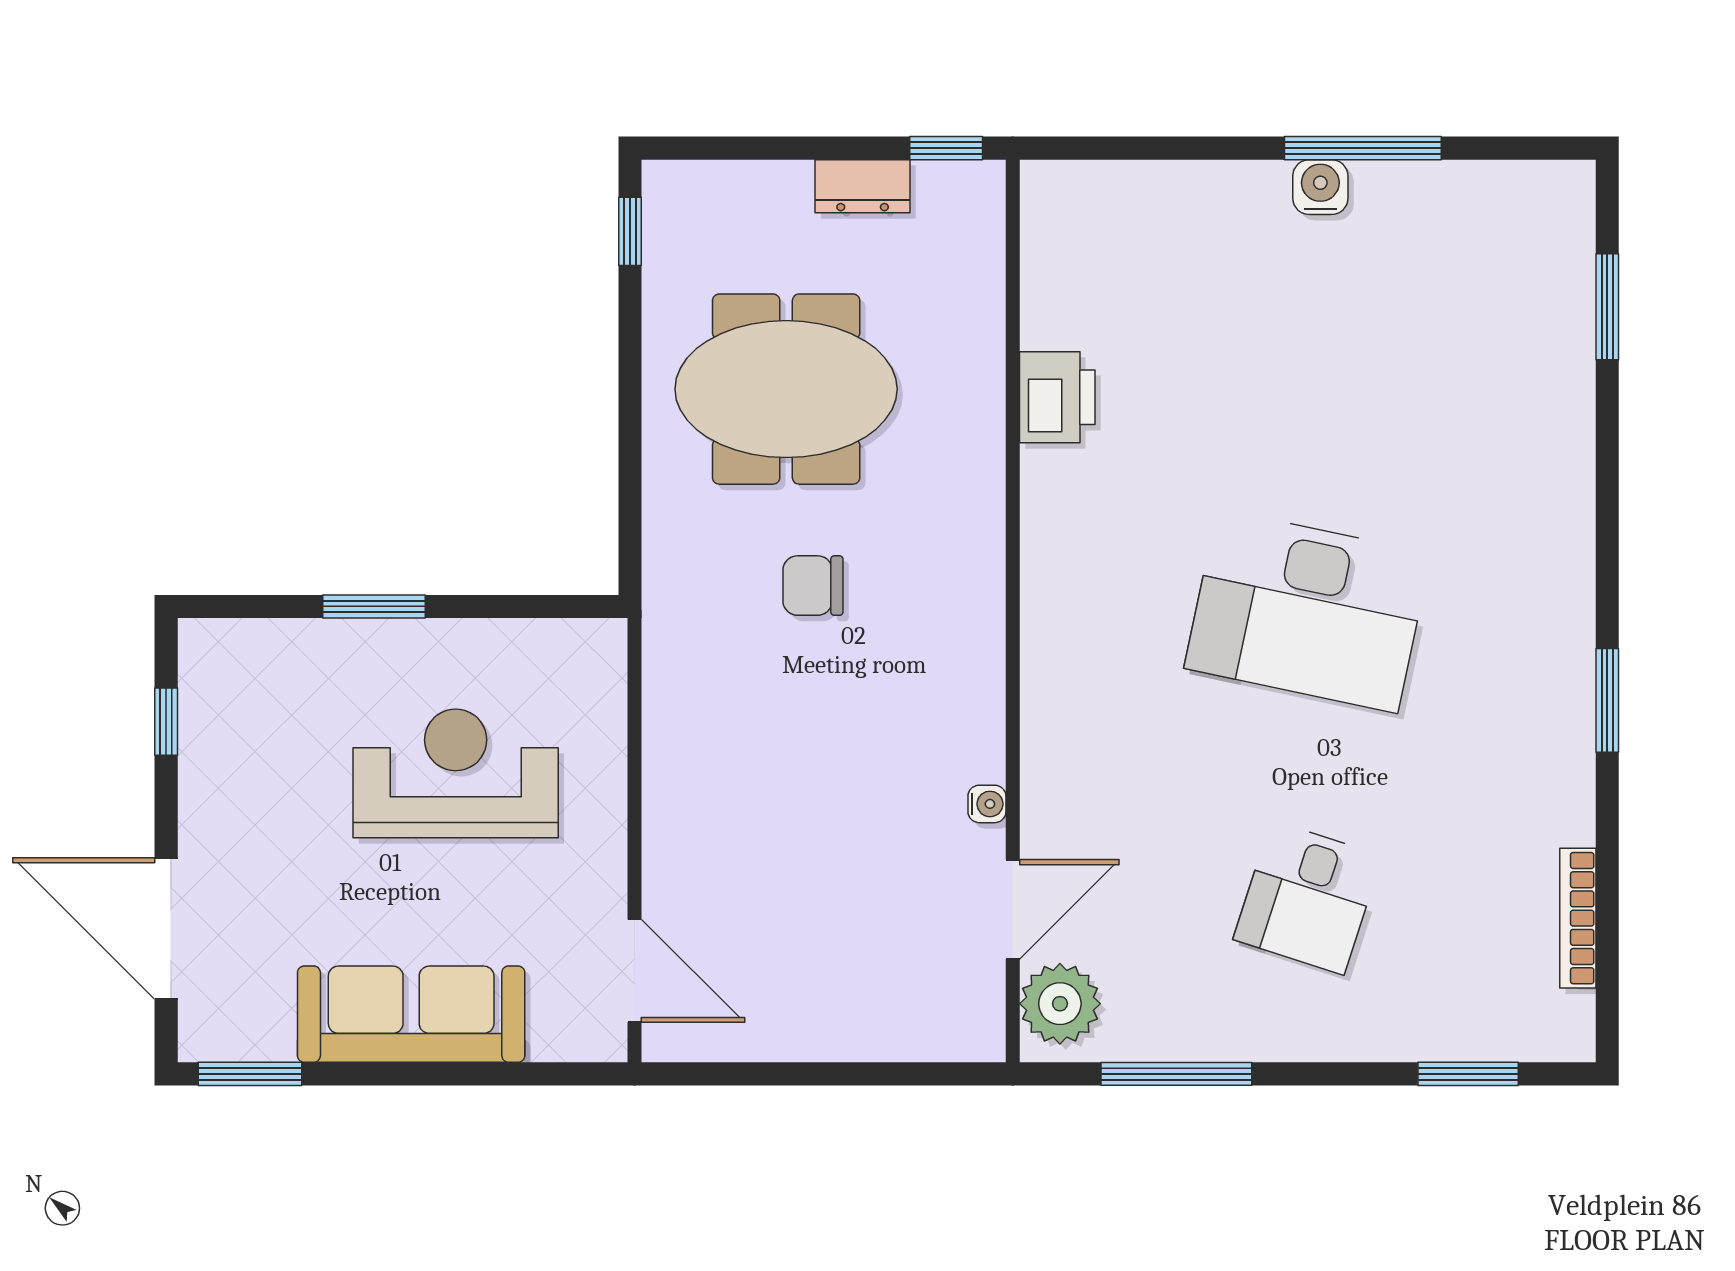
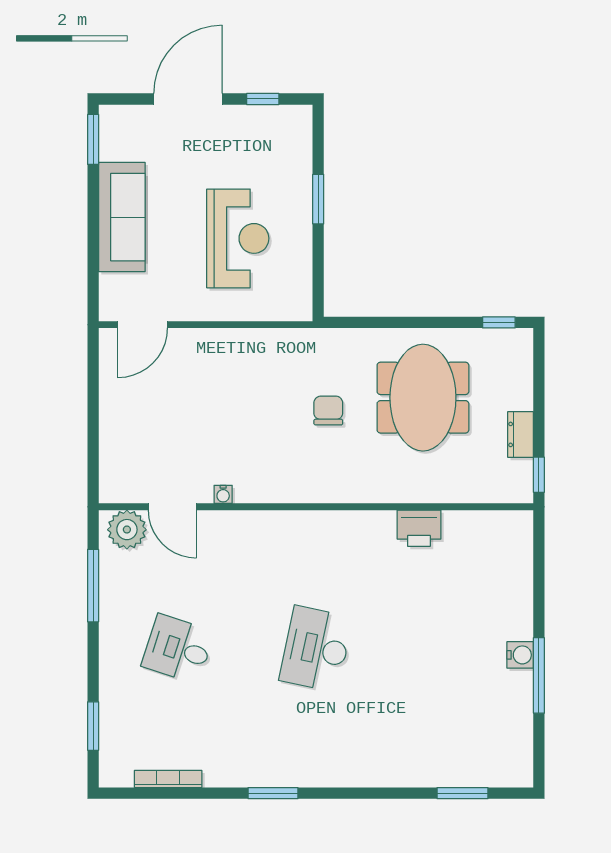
desk: (1308, 611) -> (316, 649), width x0.73, depth x0.77
door: (166, 929) -> (188, 99), moved

